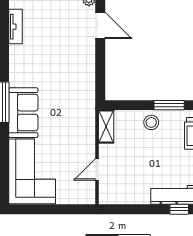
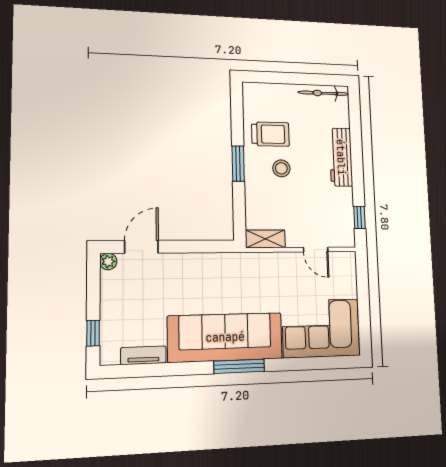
sofa: (23, 113) -> (225, 337), width x1.85, depth x1.27
stool: (151, 122) -> (281, 168), moved
window: (179, 209) -> (359, 218), moved

